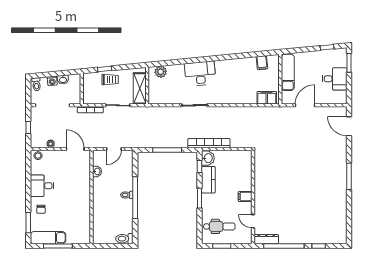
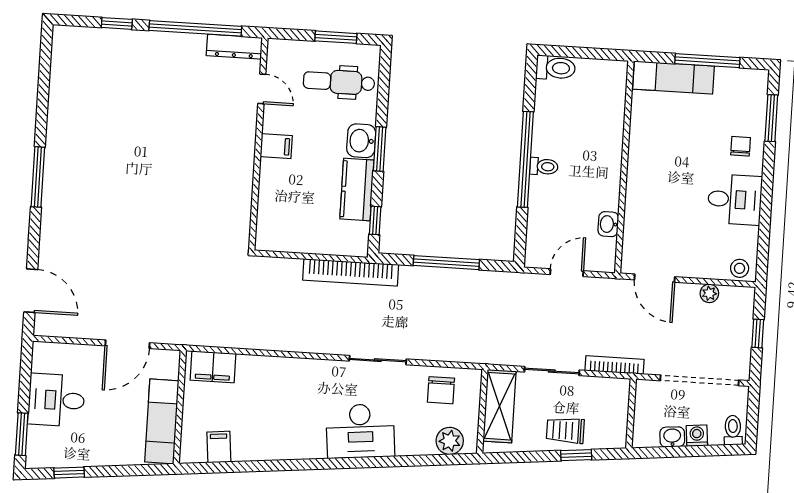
chair: (166, 94) -> (441, 390), added
washbasin: (208, 158) -> (361, 141), moved
exam couch: (48, 238) -> (674, 78), moved

